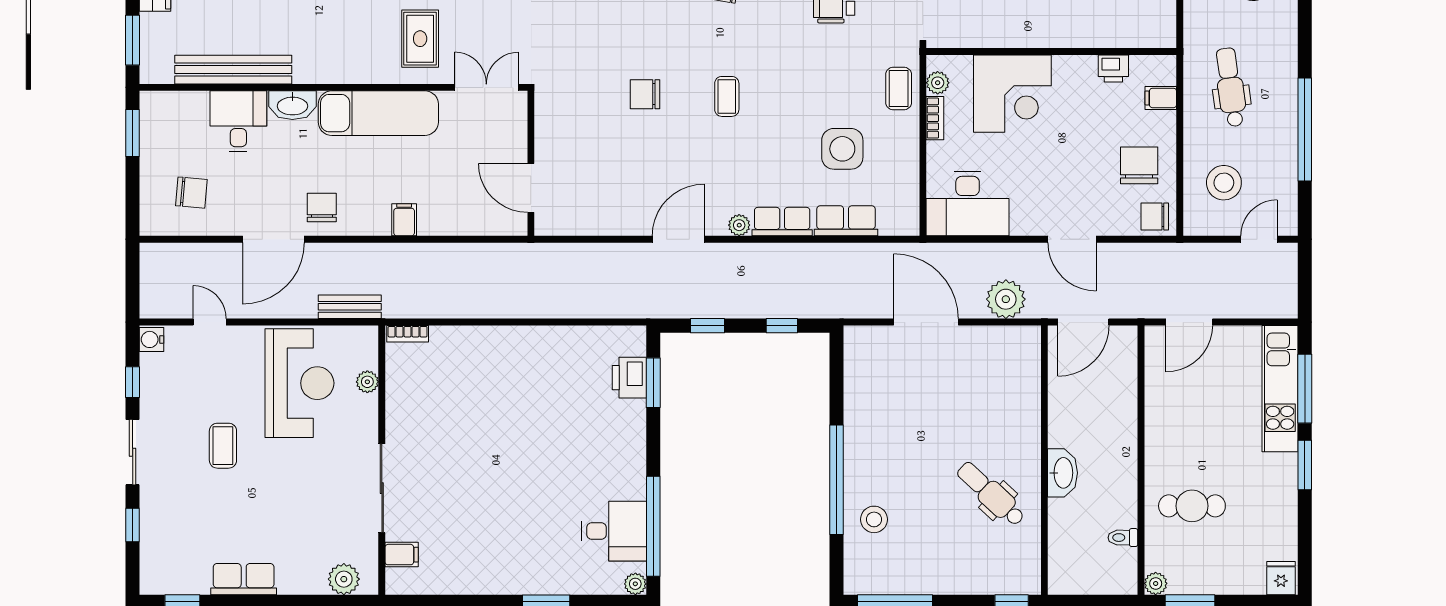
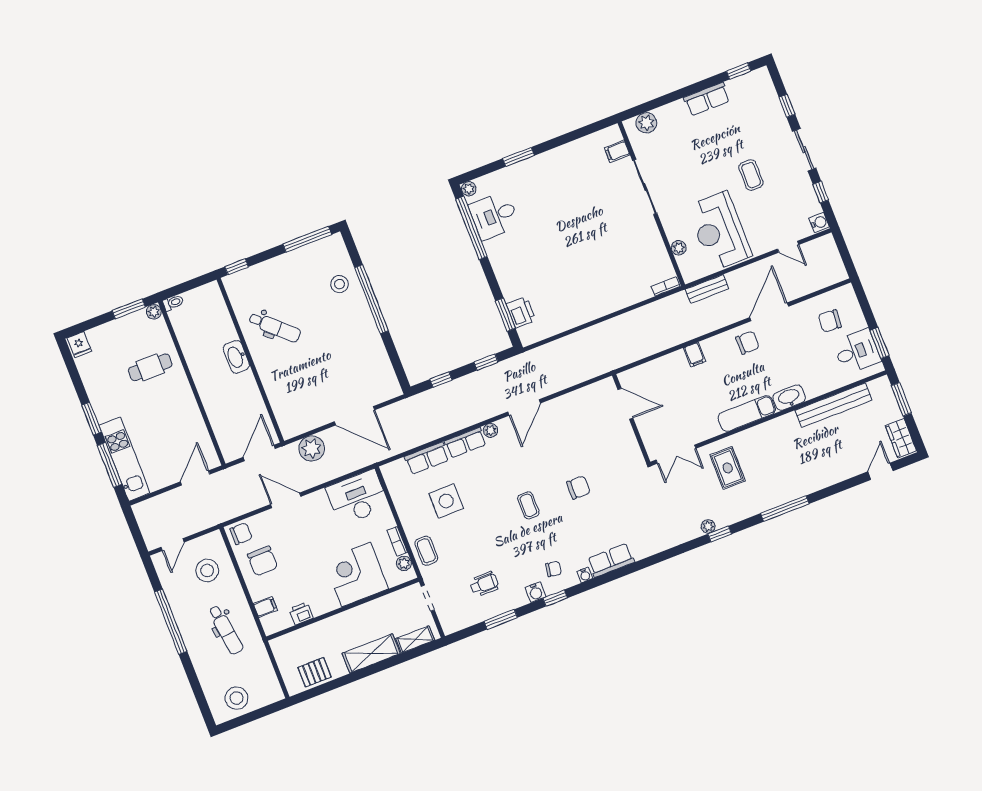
exam couch: (378, 113) -> (747, 414), width x0.73, depth x0.69
desk: (238, 121) -> (857, 352), moved, turned -90
chair: (322, 207) -> (747, 343), turned -90
toilet: (1123, 538) -> (173, 303), moved

